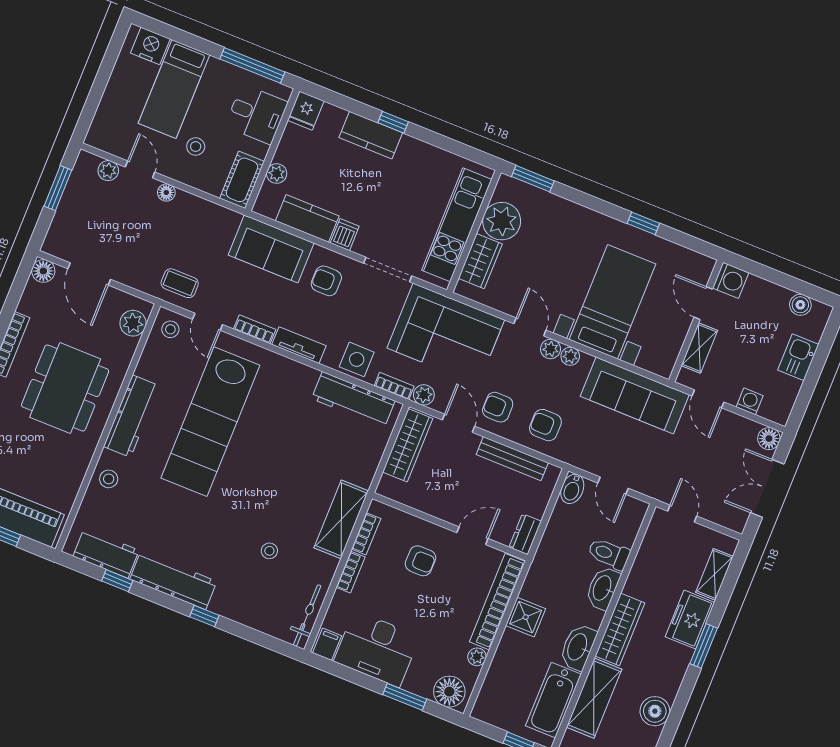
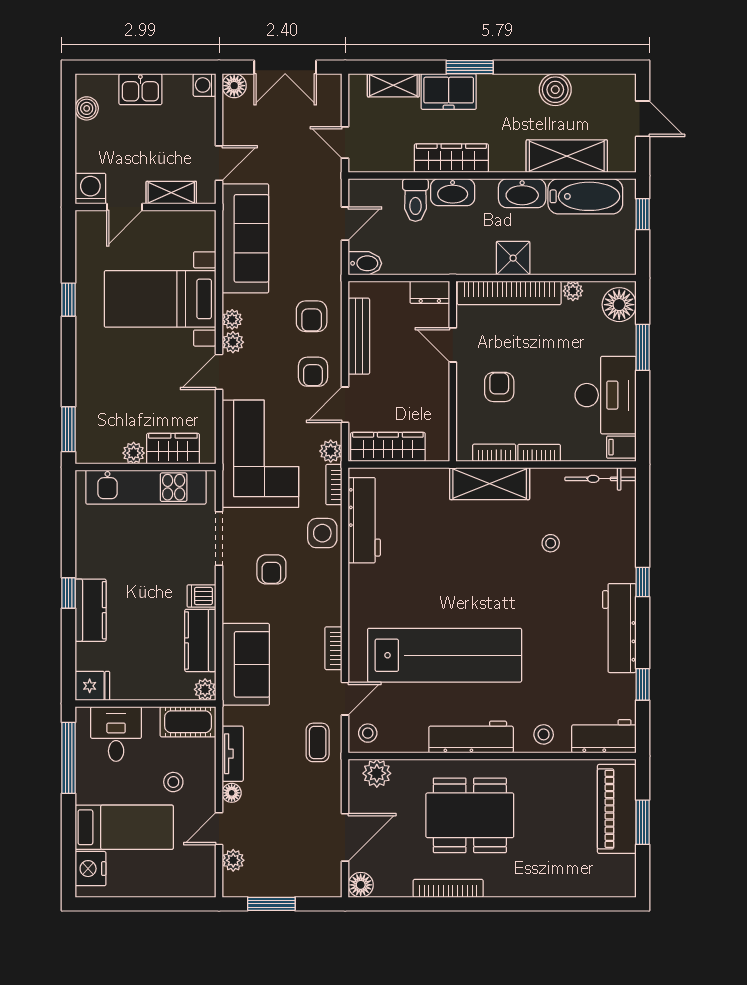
plant: (277, 174) -> (205, 689), moved
plant: (502, 221) -> (134, 453), width x0.53, depth x0.53
armchair: (326, 281) -> (271, 569), moved
tv unit: (299, 345) -> (233, 754), moved, turned 180
washing machine: (750, 401) -> (205, 85), moved
door: (682, 514) -> (345, 143), hinge flipped
workbench: (106, 553) -> (604, 736), moved, turned 90
wardrobe: (620, 629) -> (451, 158), moved

